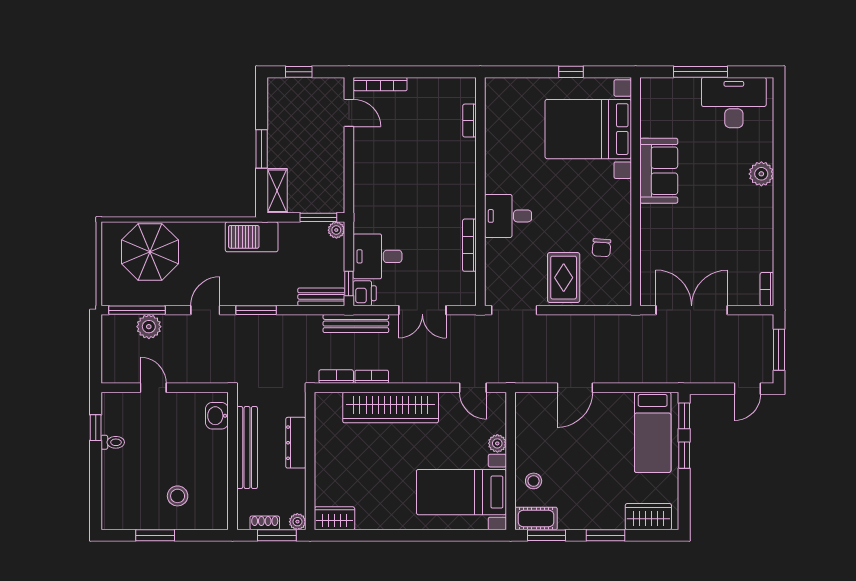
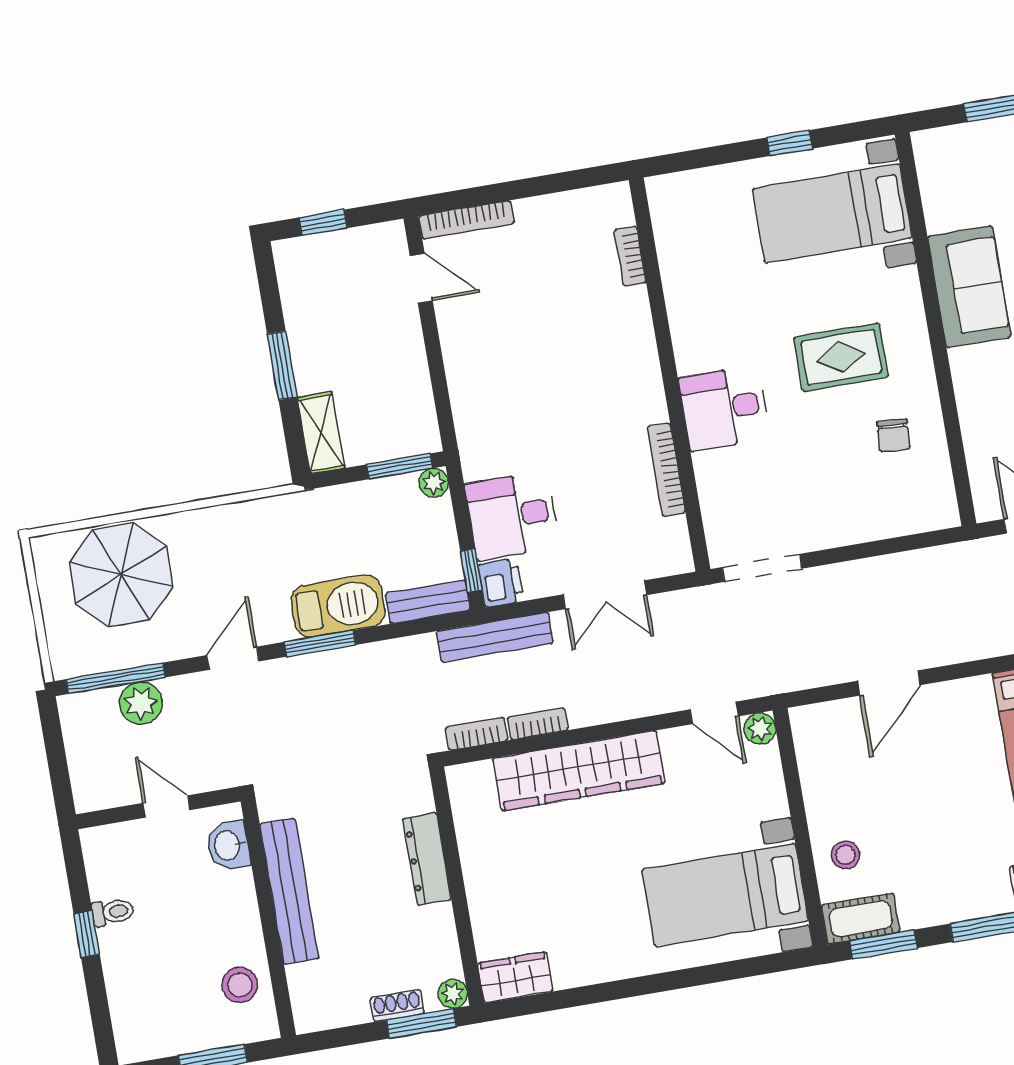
bed with nightstands: (588, 129) -> (832, 213), width x0.73
barbecue: (252, 237) -> (338, 606), moved, turned 180
rug: (564, 278) -> (841, 357), moved, turned 90
washbasin: (217, 416) -> (228, 845), moved
window: (96, 428) -> (87, 934), moved
plant: (497, 443) -> (760, 729), moved
bench: (247, 448) -> (289, 891), moved
wall: (233, 461) -> (268, 918), moved

